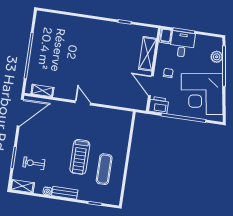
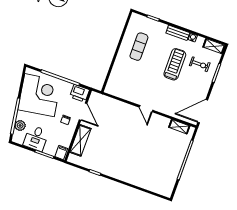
desk: (182, 44) -> (36, 138), moved
treadmill: (80, 157) -> (175, 64), moved

